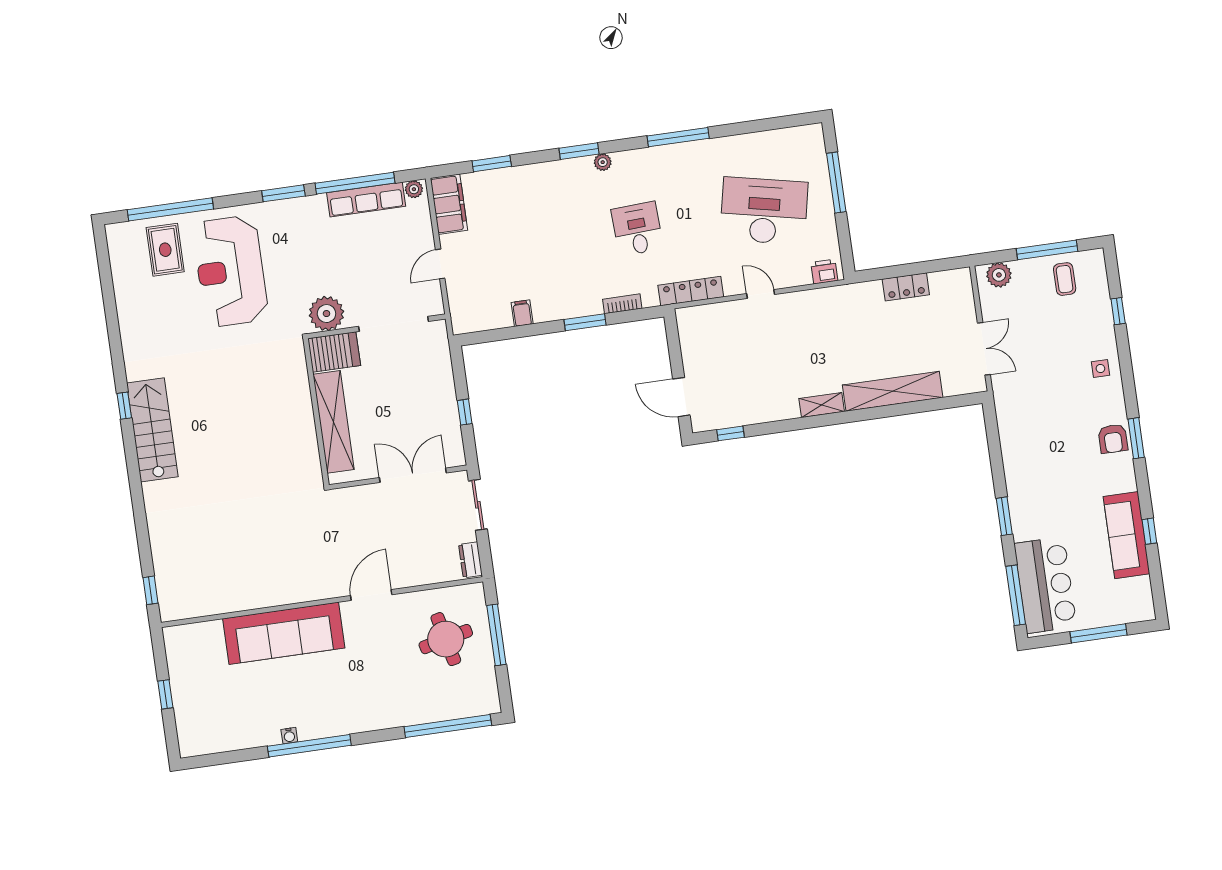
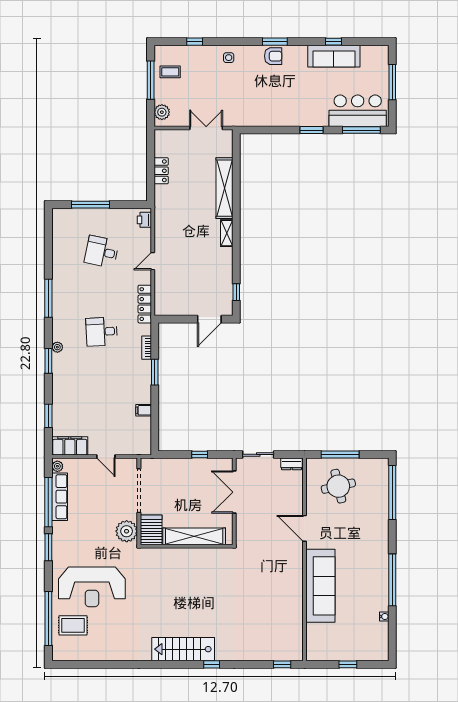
desk: (764, 211) -> (102, 252), width x0.53, depth x0.77
window: (124, 406) -> (212, 664), moved
water cooler: (289, 736) -> (384, 617), moved

